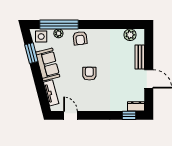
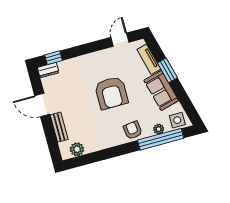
window: (31, 53) -> (167, 70), moved
armchair: (89, 74) -> (111, 93), width x1.88, depth x1.88
door: (70, 115) -> (120, 40), swing flipped

